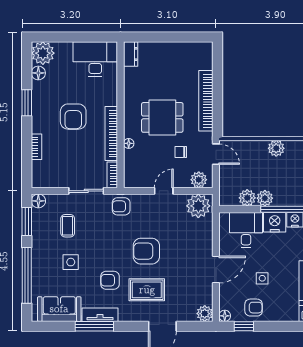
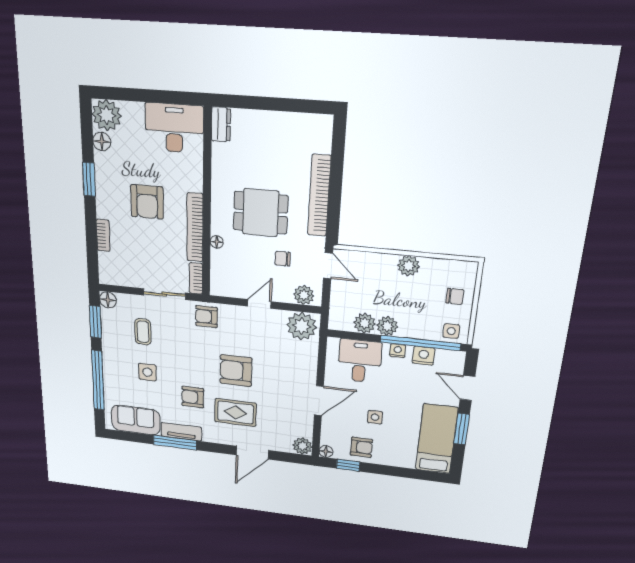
nightstand: (275, 222) -> (398, 351), width x0.53, depth x0.56

